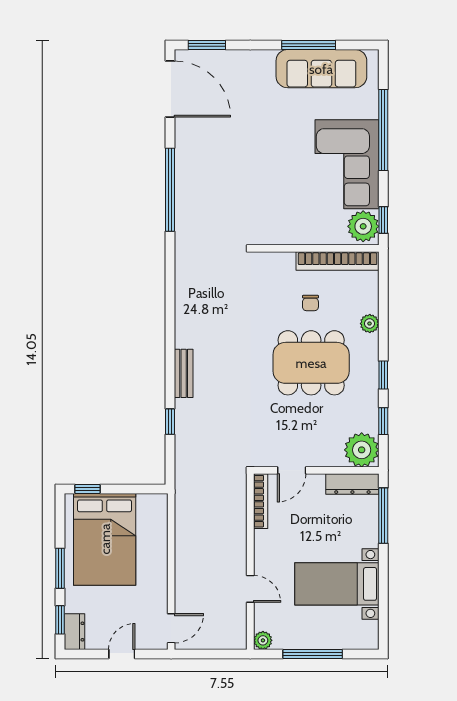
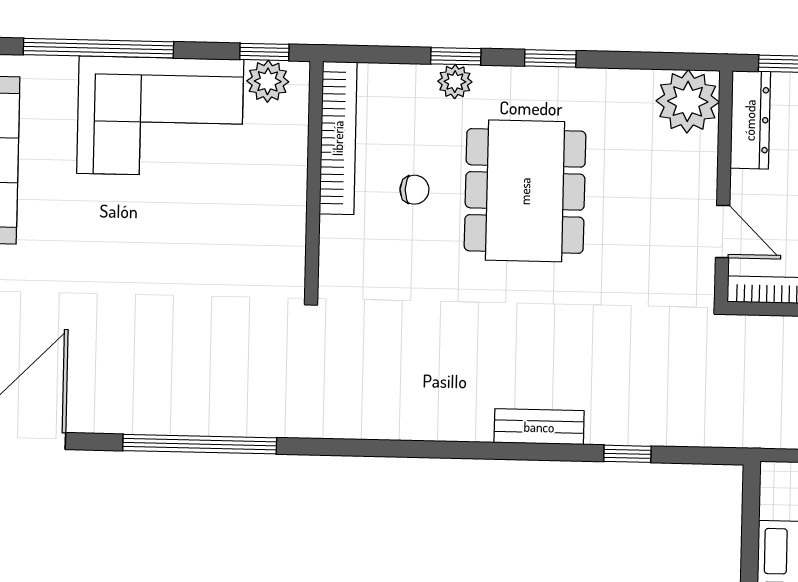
plant: (363, 226) -> (268, 81), width x0.73, depth x0.73
window: (383, 421) -> (456, 56), moved

